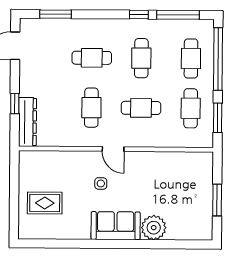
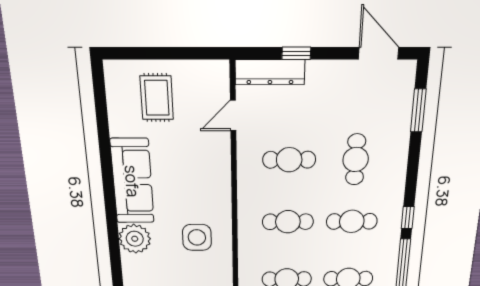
cafe table: (141, 108) -> (288, 222), turned 90
door: (113, 149) -> (233, 115), moved
side table: (101, 183) -> (197, 237), moved, width x1.87, depth x1.87
sofa: (116, 226) -> (132, 181), width x1.36

